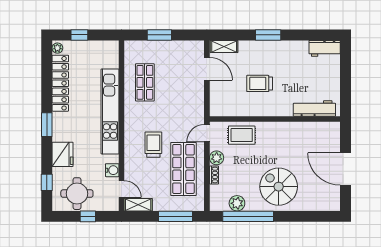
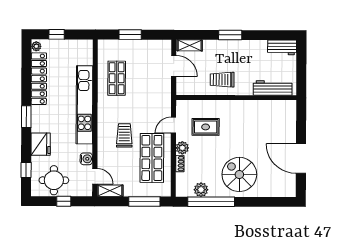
workbench: (314, 108) -> (273, 88), moved
wall: (275, 119) -> (236, 98), moved

